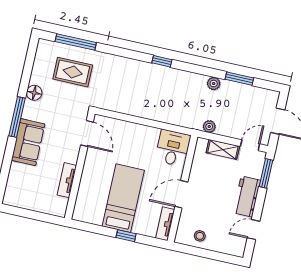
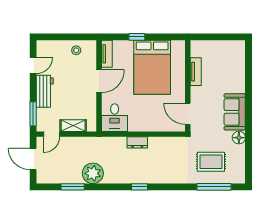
plant: (214, 84) -> (93, 173), width x1.88, depth x1.88
dresser: (153, 113) -> (137, 142), added
window: (17, 117) -> (249, 114), removed
plant: (209, 127) -> (89, 142), removed
sofa: (28, 142) -> (235, 112), moved
bed: (123, 198) -> (152, 67), width x1.50

